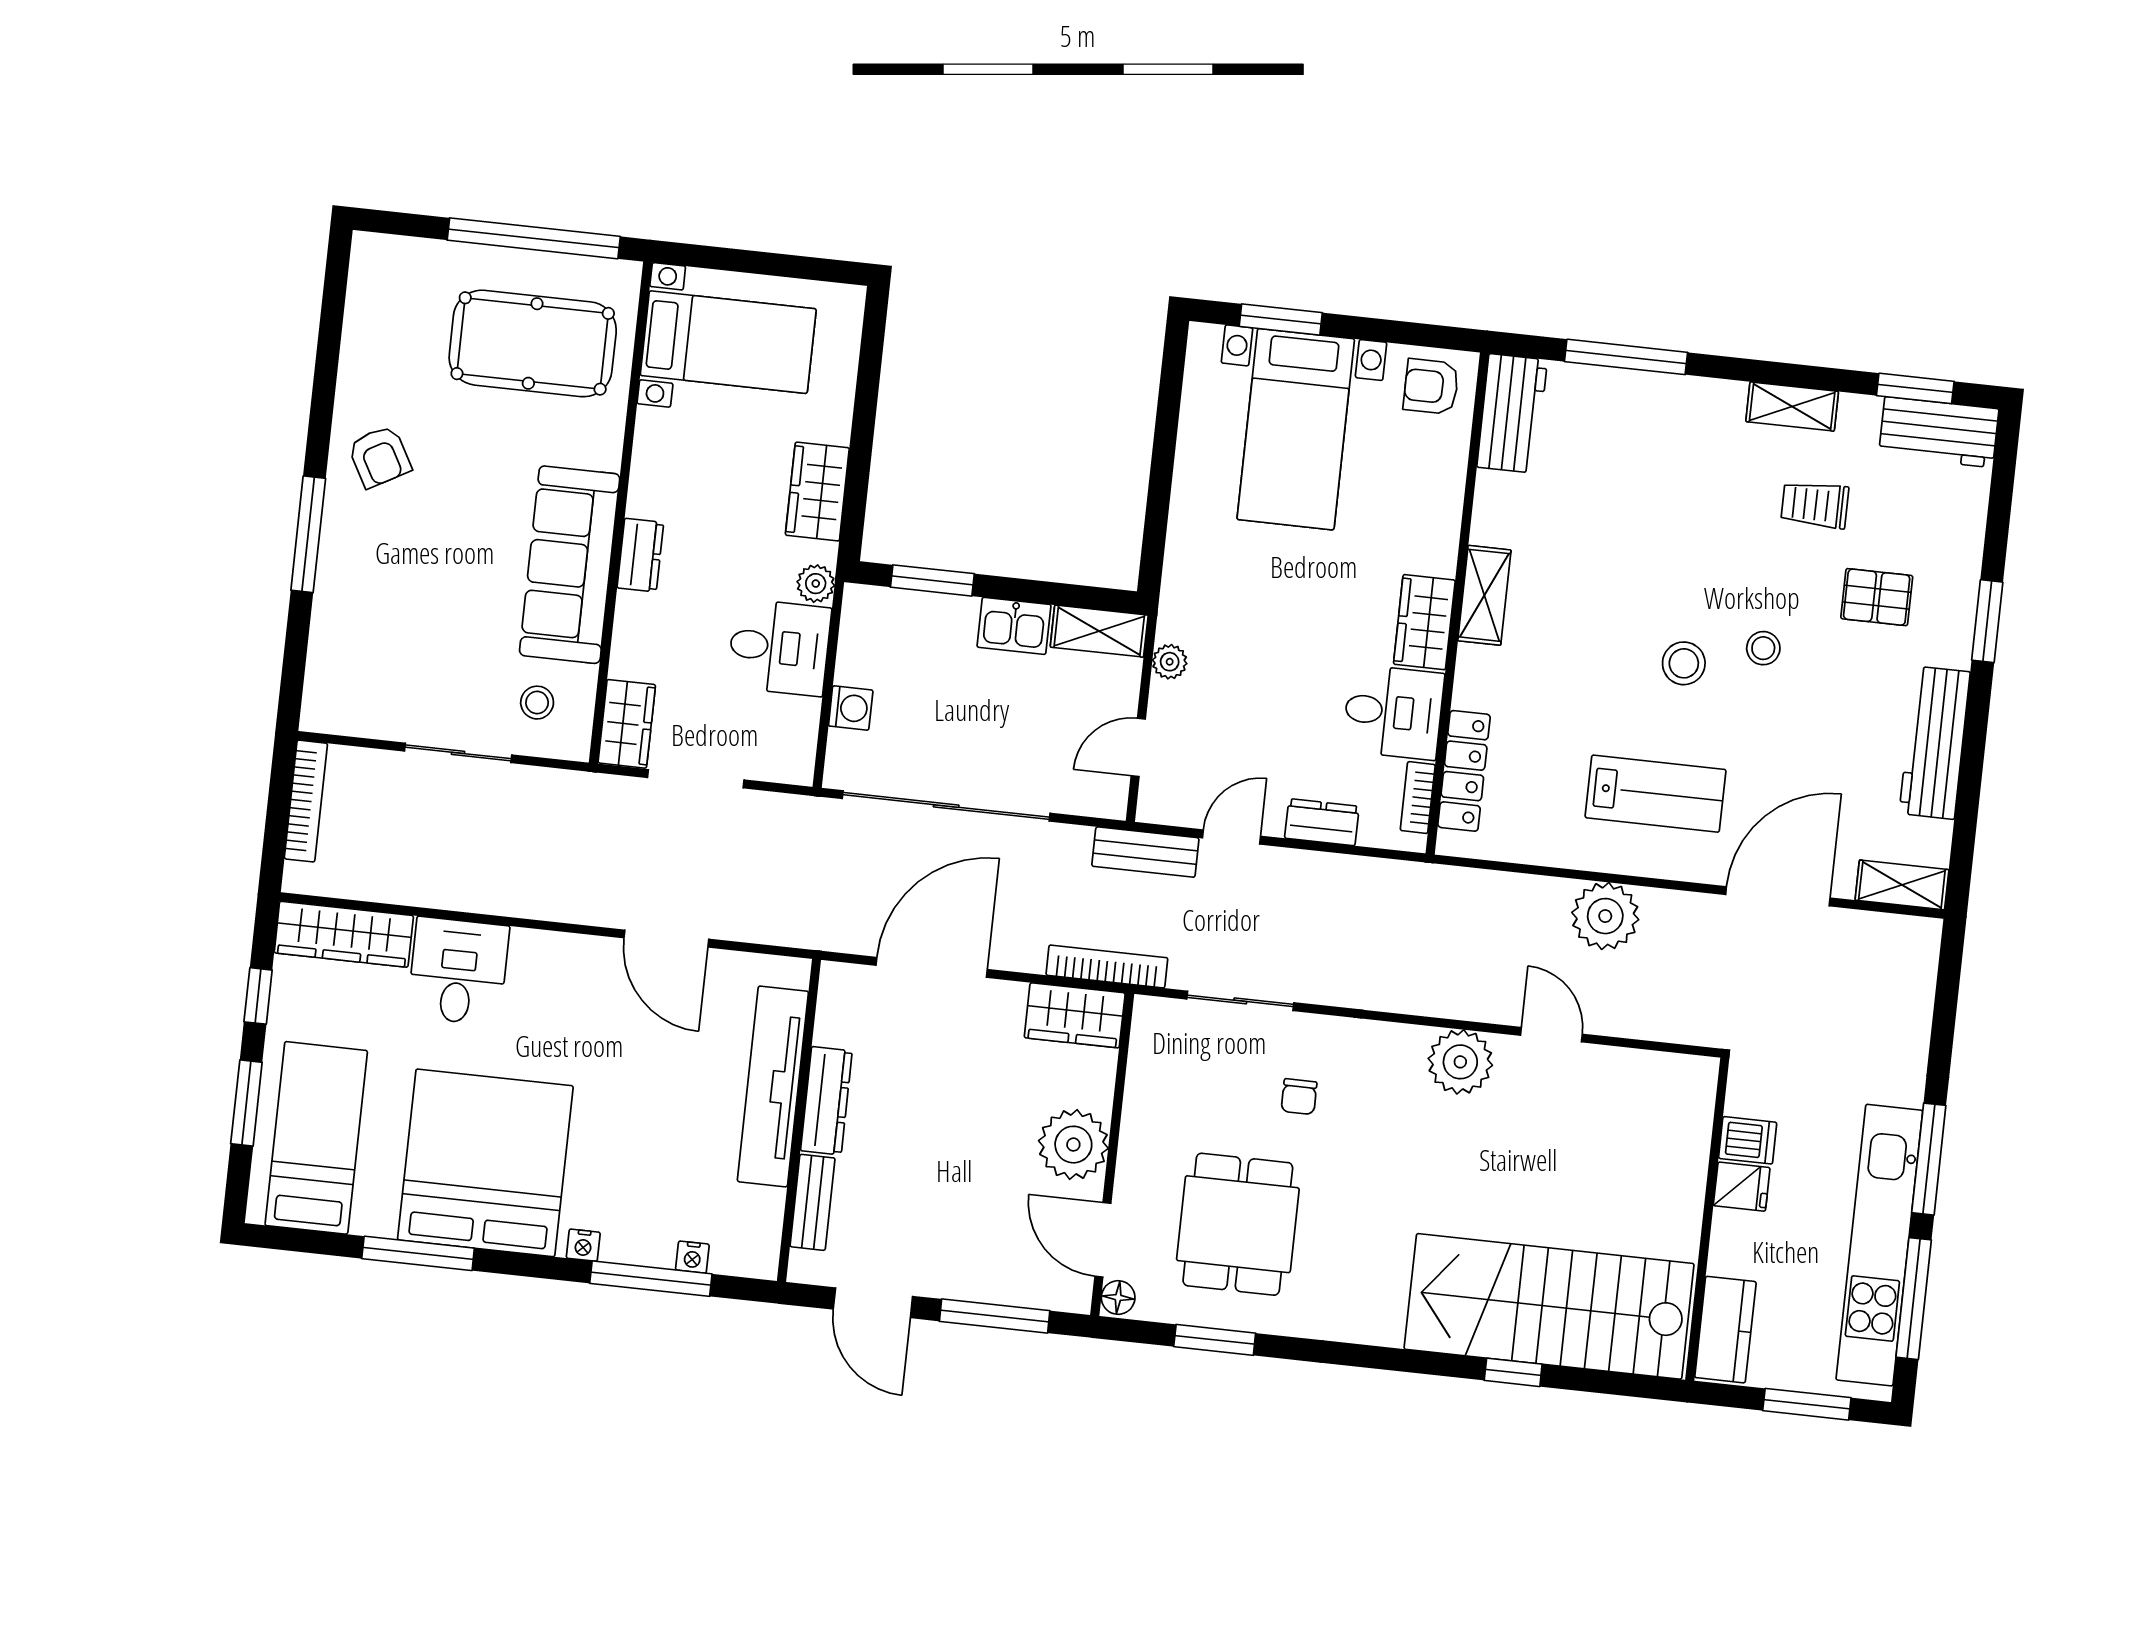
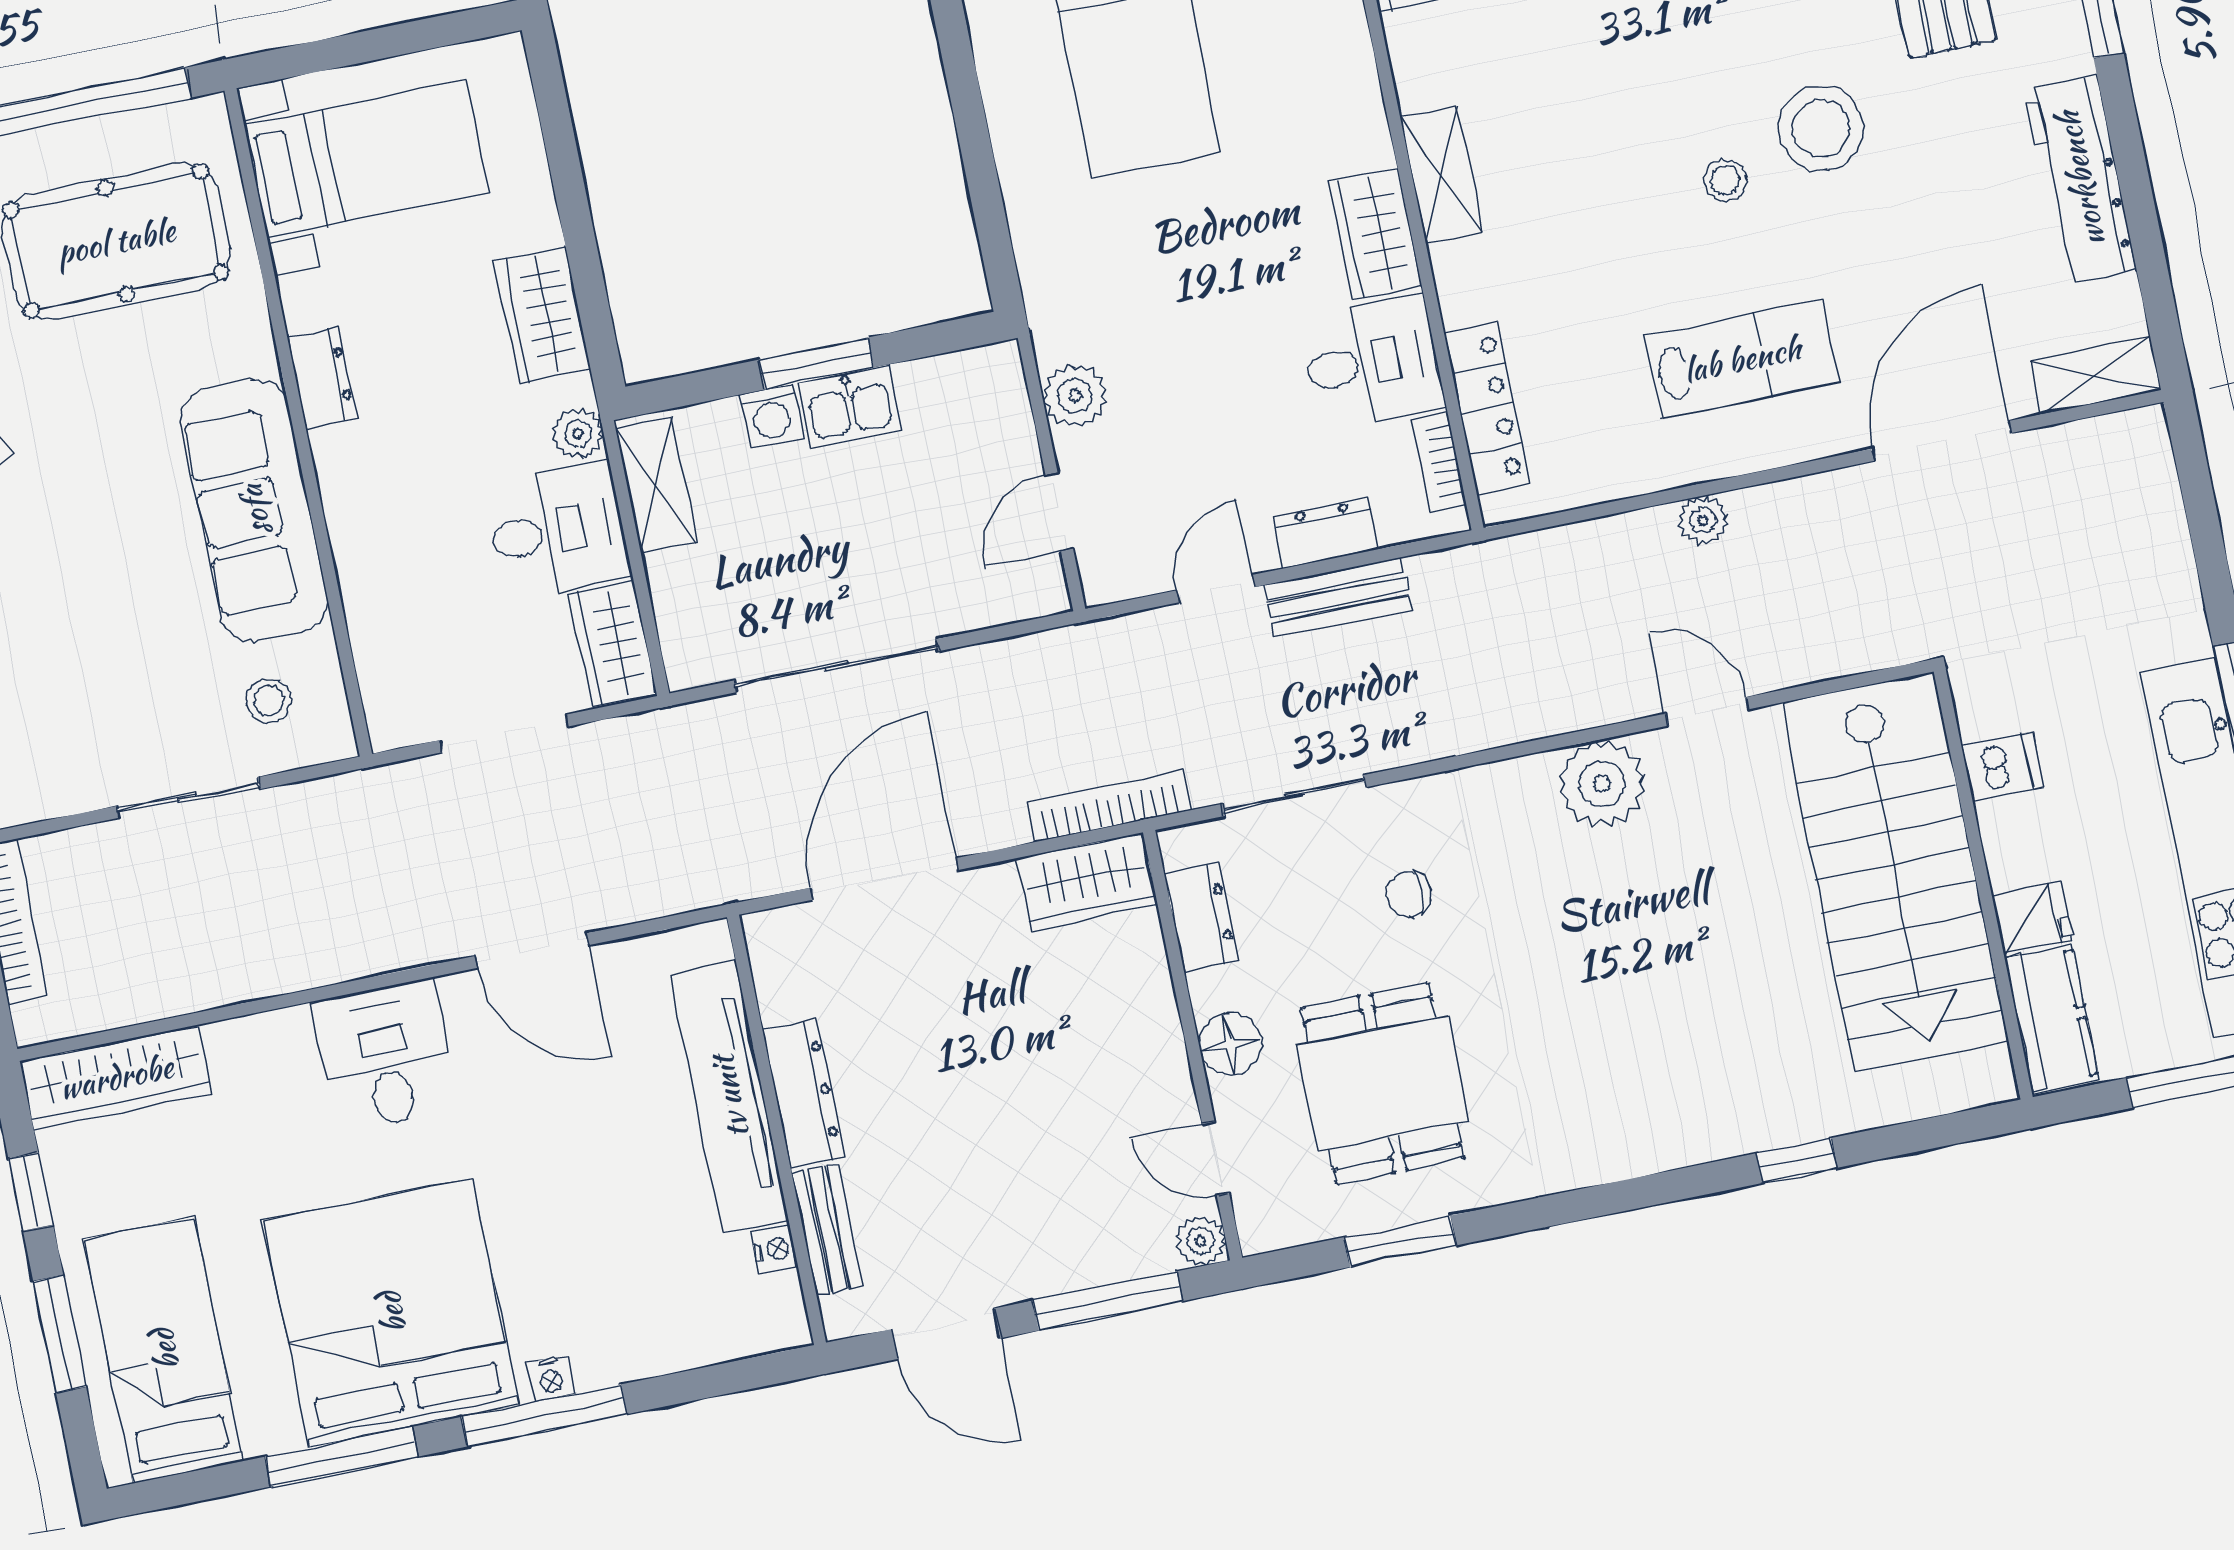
dresser: (640, 555) -> (322, 377), moved
window: (932, 580) -> (816, 363), moved
shelving: (1099, 631) -> (656, 485), moved, turned 90
stool: (1763, 648) -> (1821, 128), width x1.89, depth x1.89
plant: (1170, 662) -> (1075, 396), width x1.38, depth x1.38
stool: (1684, 663) -> (1725, 180), width x0.73, depth x0.73
washing machine: (851, 708) -> (771, 416), moved, turned 90
wardrobe: (627, 724) -> (613, 644), moved, turned 180
sliding door: (946, 806) -> (836, 666), width x0.73
bench: (1145, 852) -> (1338, 597), moved
plant: (1605, 916) -> (1703, 520), width x0.53, depth x0.53
desk: (458, 971) -> (385, 1056), moved
dresser: (1147, 1065) -> (1201, 916), added
chair: (1299, 1097) -> (1409, 894), turned 90
plant: (1073, 1145) -> (1200, 1241), moved, width x0.53, depth x0.53
fridge: (1742, 1187) -> (2032, 917), moved
door: (1103, 1240) -> (1216, 1158), width x0.73
nightstand: (692, 1257) -> (774, 1249), moved, turned -90
window: (651, 1279) -> (544, 1415), moved
floor lamp: (1118, 1298) -> (1230, 1044), moved, width x1.37, depth x1.37
stairs: (1549, 1306) -> (1894, 872), moved, turned -90

